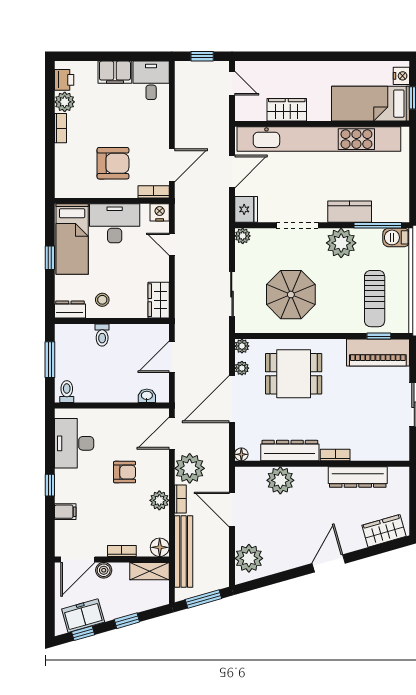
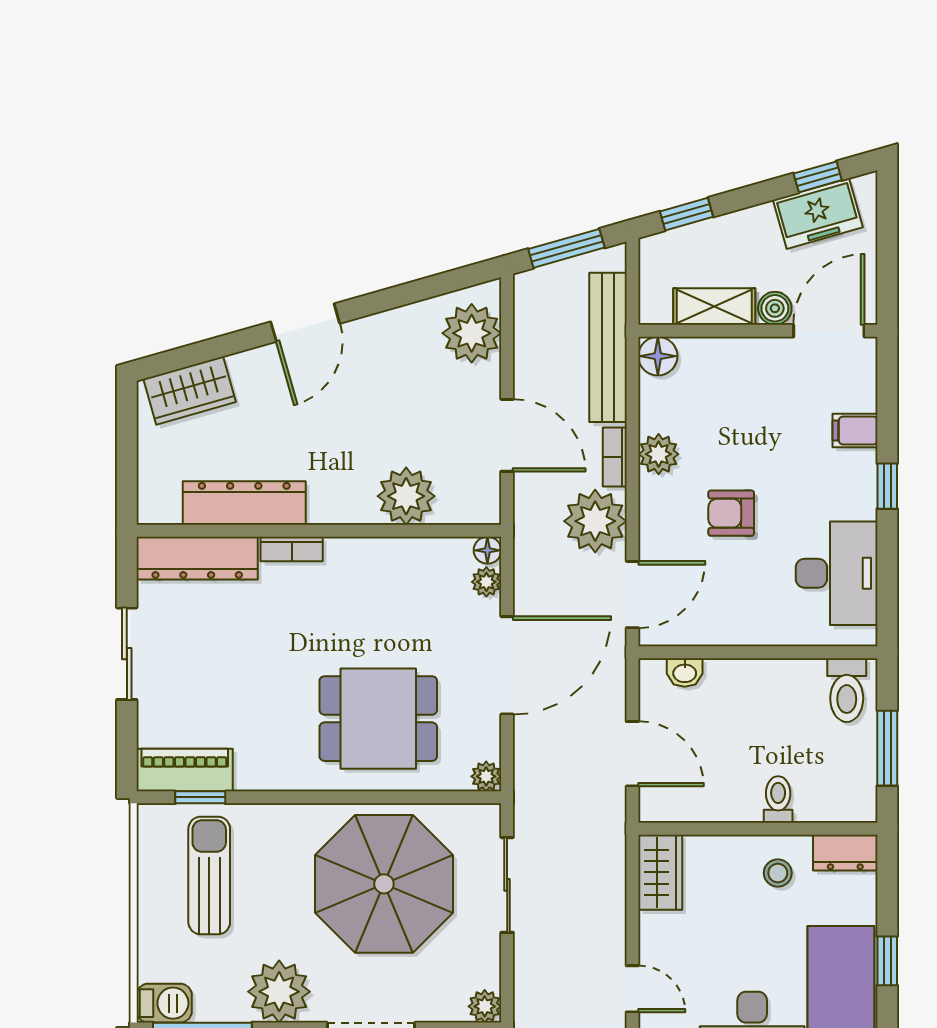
parasol: (291, 295) -> (384, 884), width x1.36, depth x1.36
piano: (378, 352) -> (185, 770), width x0.73, depth x0.75
door: (172, 357) -> (632, 754), hinge flipped
plant: (242, 368) -> (486, 582), moved
toilet: (67, 392) -> (847, 690), width x1.37, depth x1.39
dresser: (290, 451) -> (197, 558), moved
bookcase: (122, 551) -> (737, 349), removed
shelving: (149, 571) -> (714, 307), moved
window: (127, 621) -> (687, 214), moved

